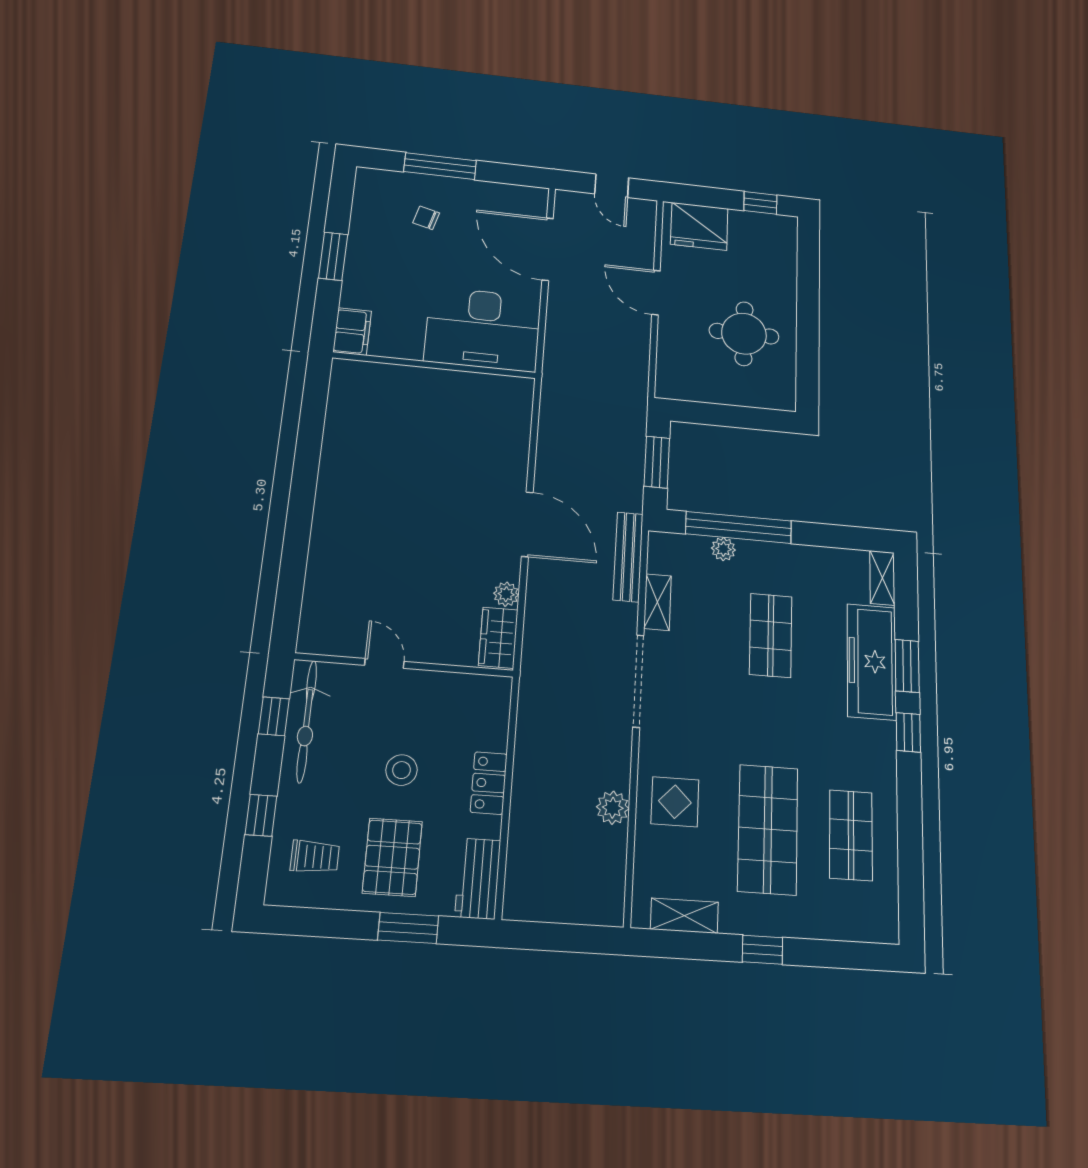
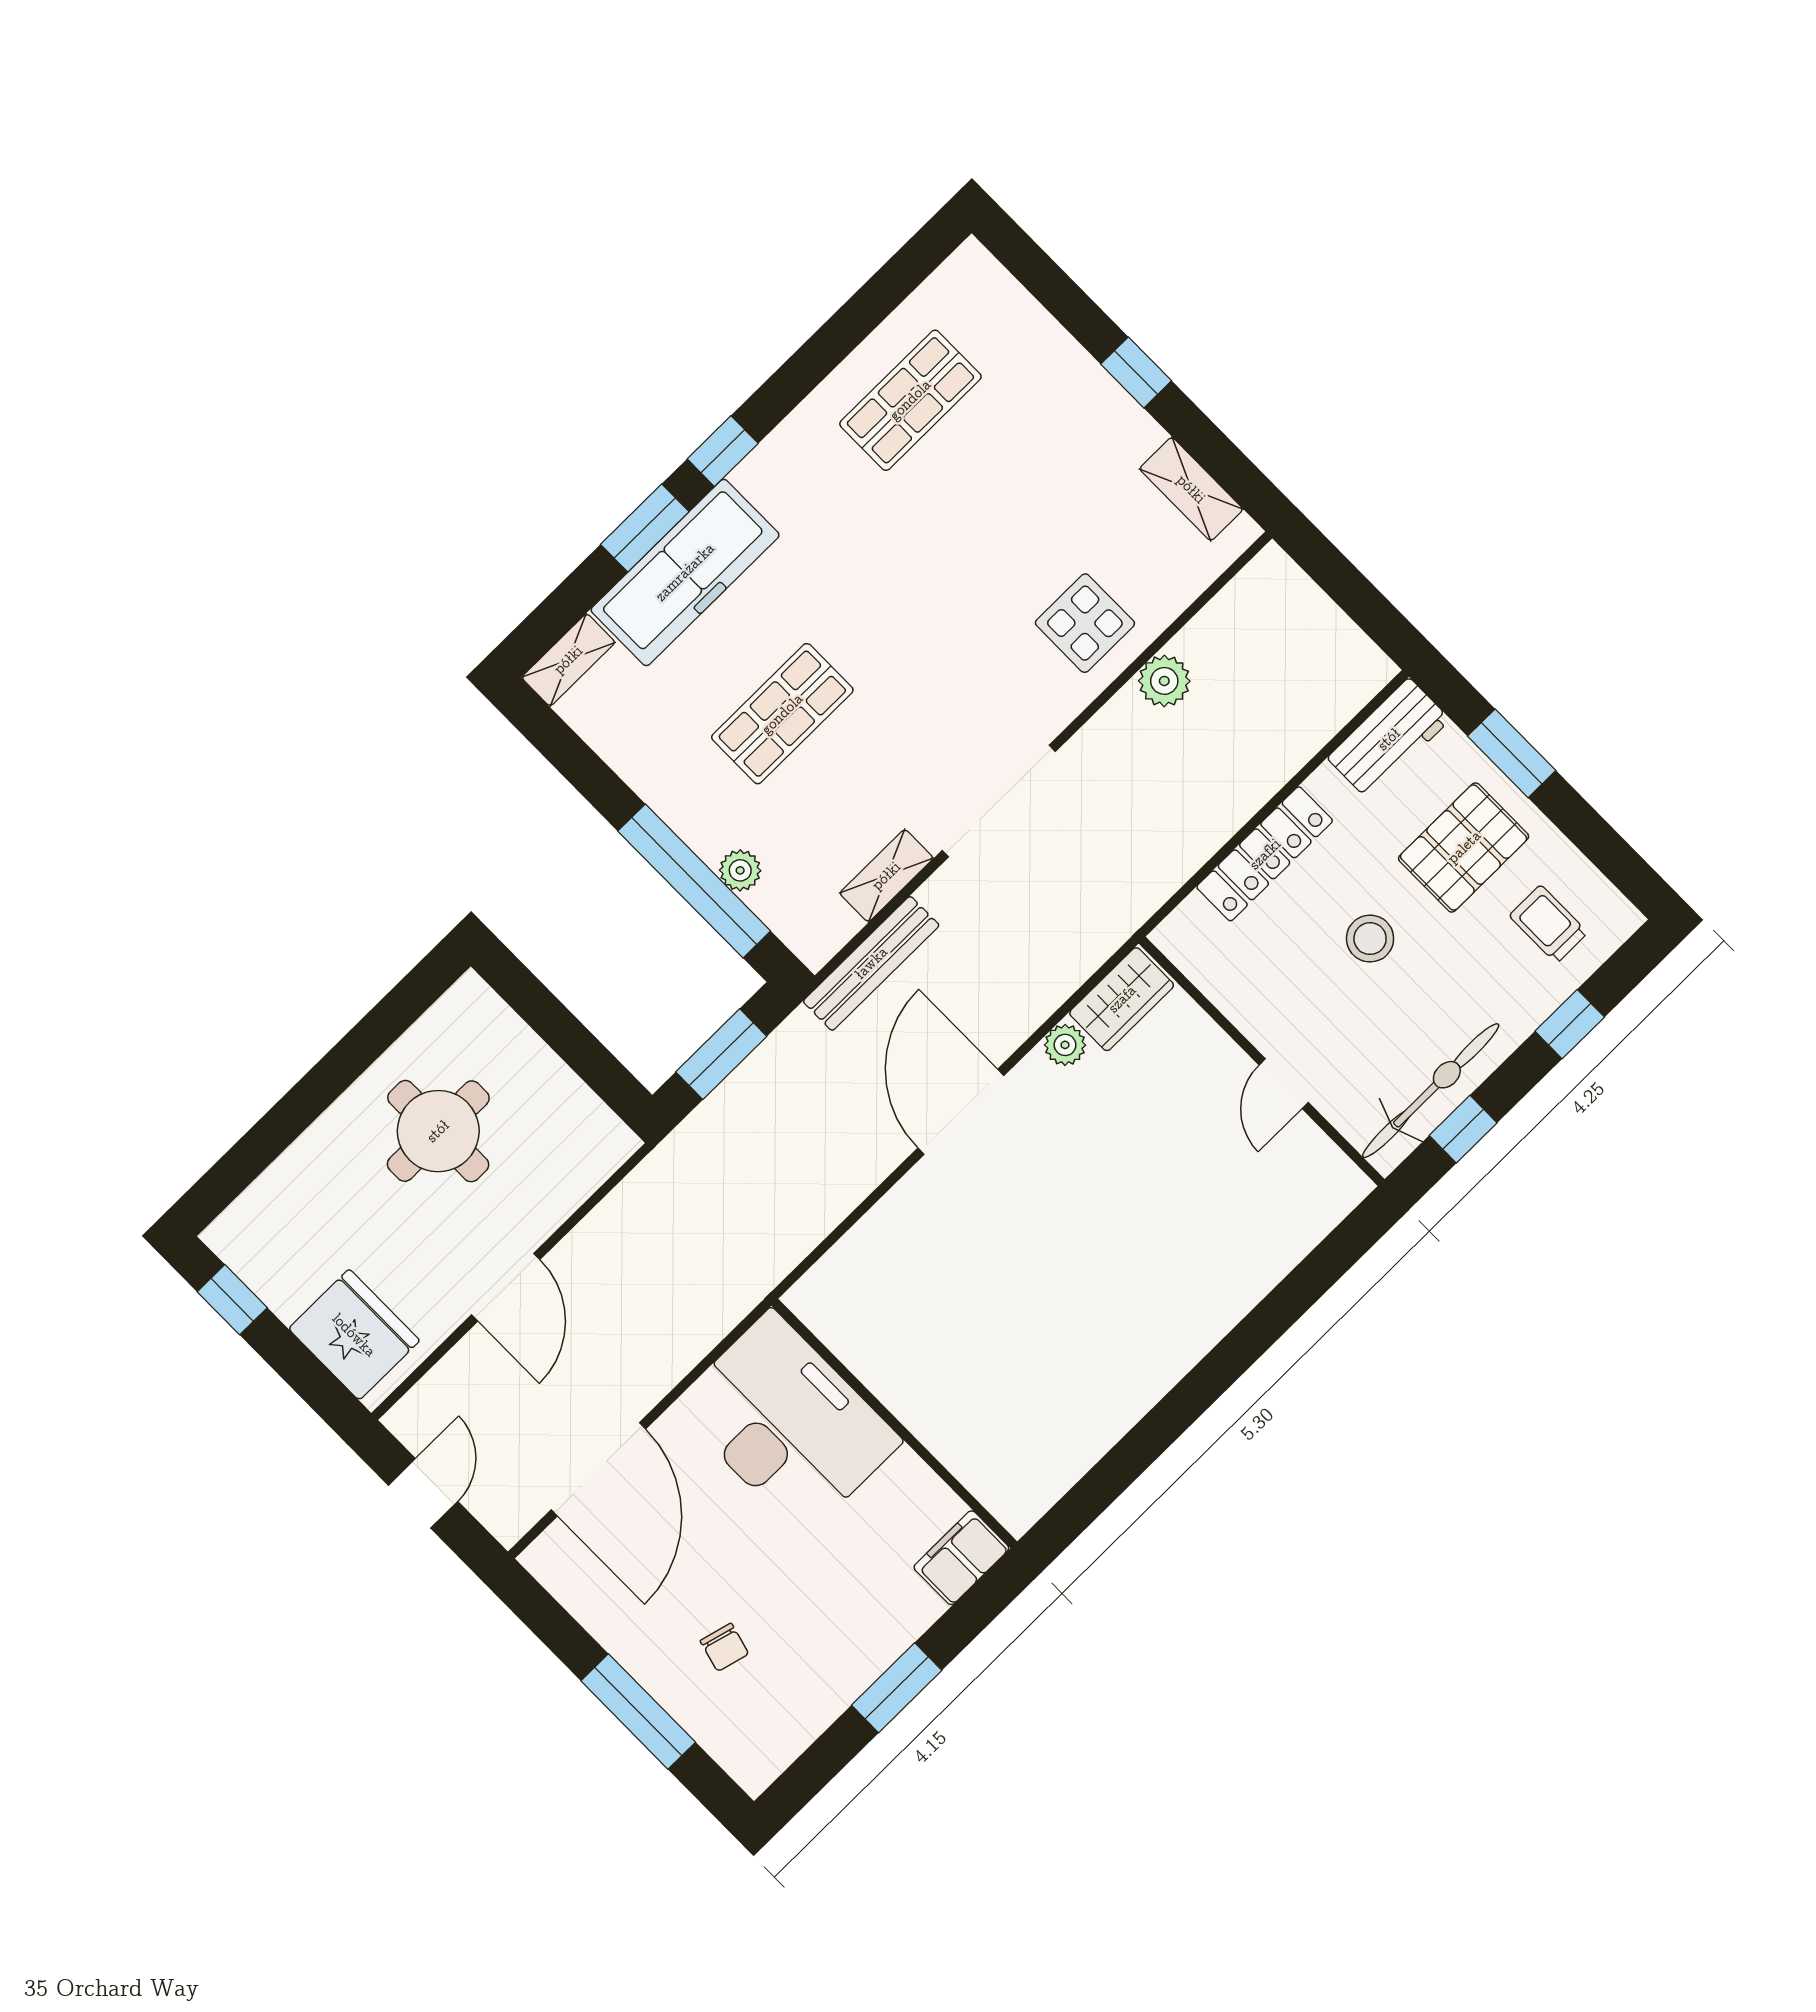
locker: (489, 783) -> (1265, 854), width x1.53
shop shelf: (768, 829) -> (1004, 495), removed

